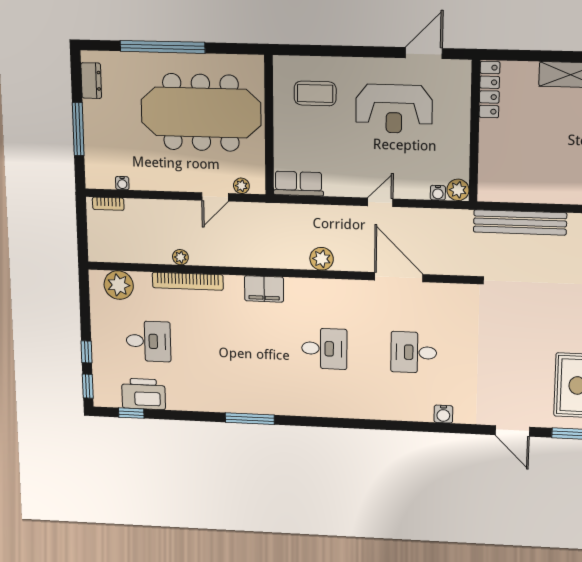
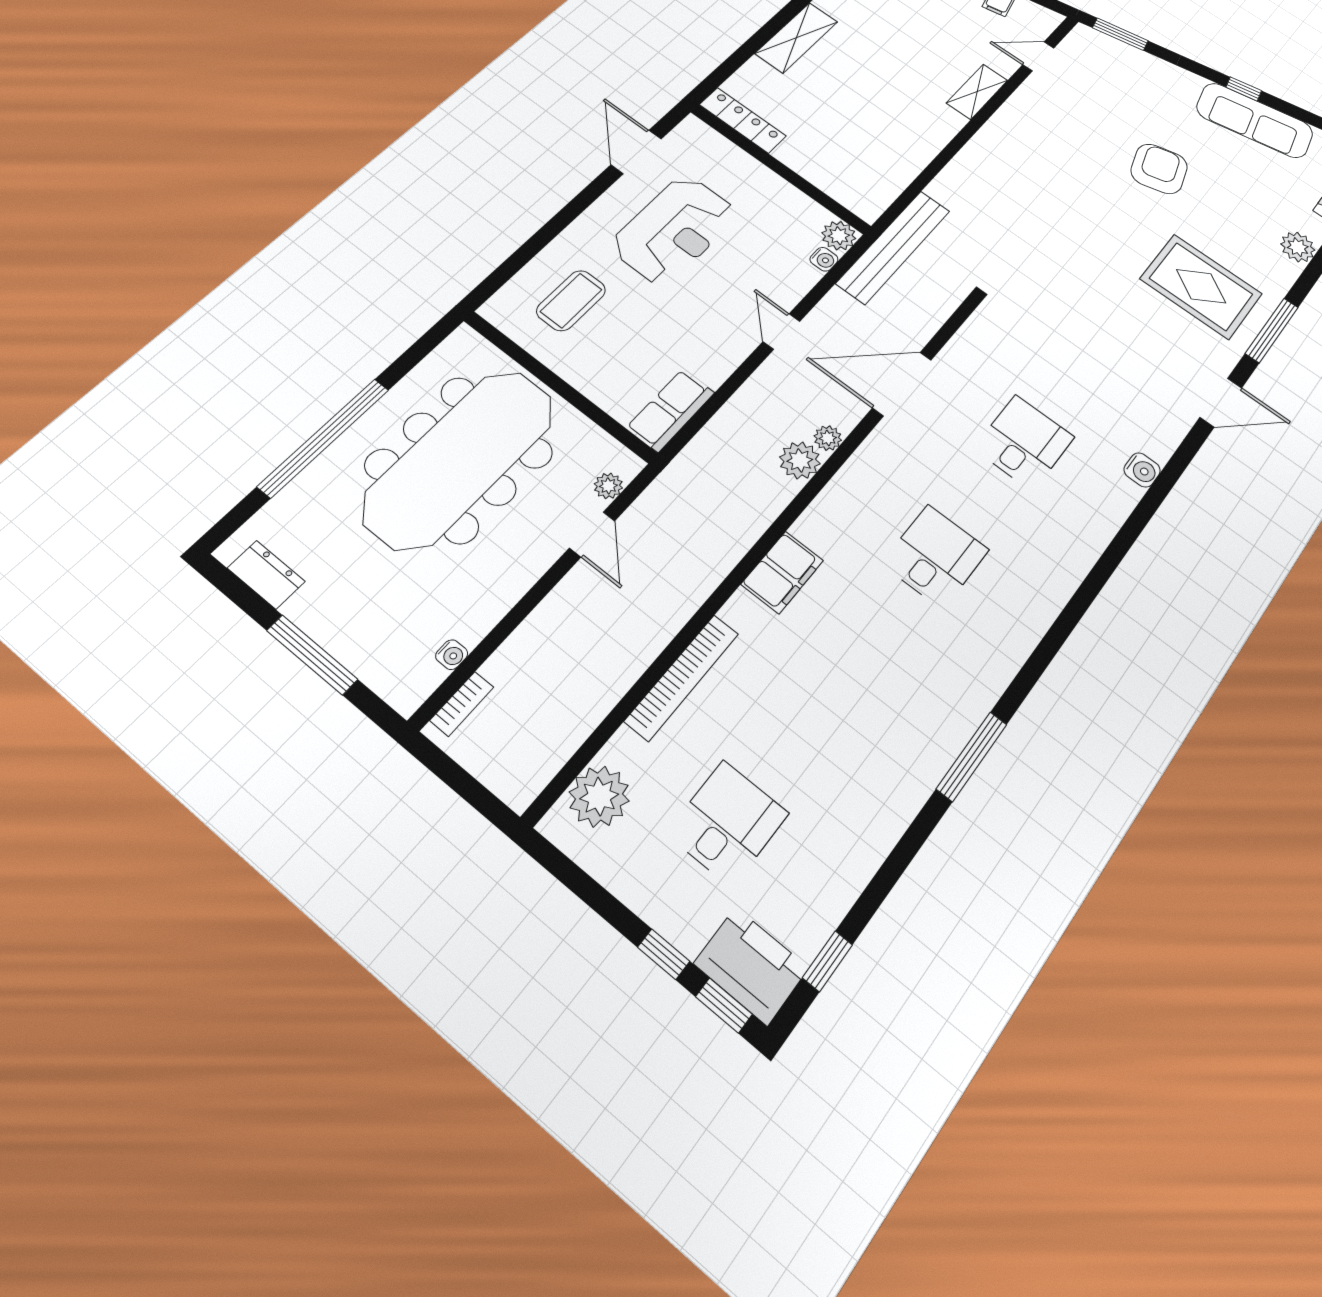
bench: (520, 222) -> (894, 247), moved
plant: (180, 257) -> (828, 438), moved
desk: (414, 352) -> (1024, 443), turned 180
printer: (144, 394) -> (751, 966), moved, turned 90

